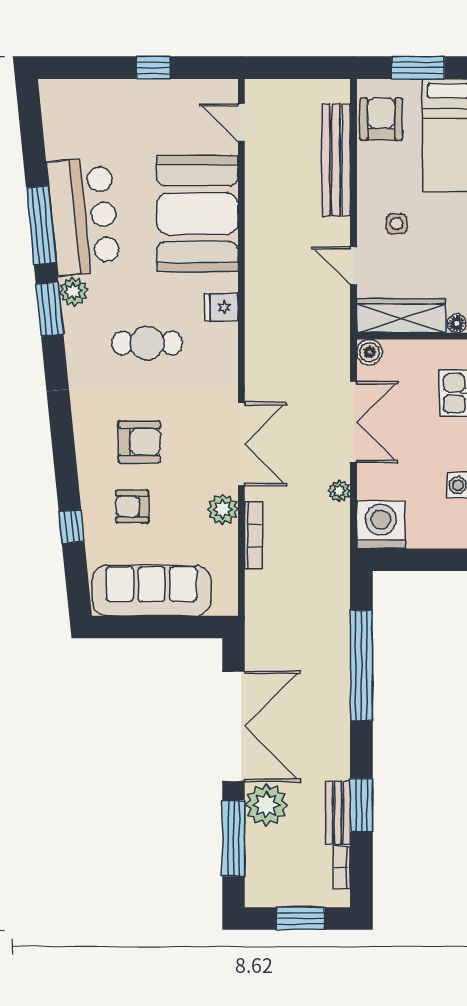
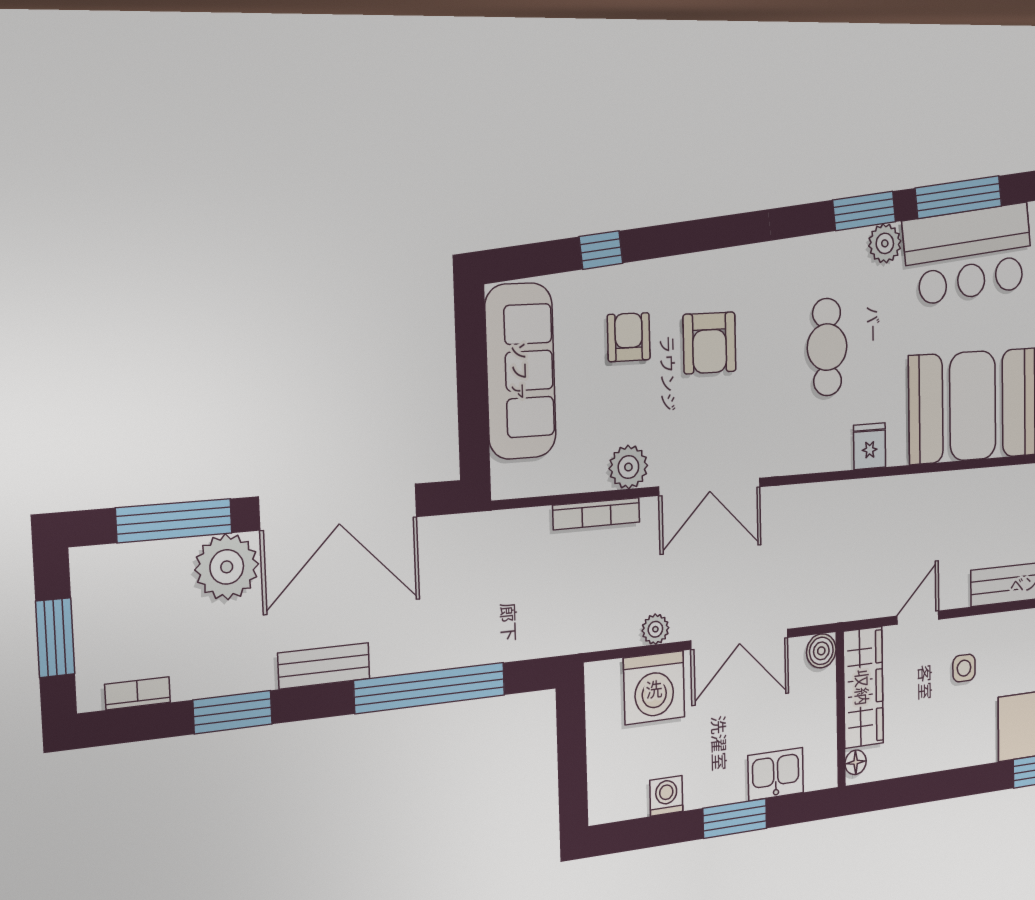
washing machine: (381, 525) -> (654, 688), moved, turned 90
bench: (338, 813) -> (324, 666), moved

